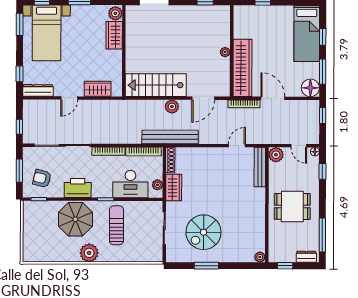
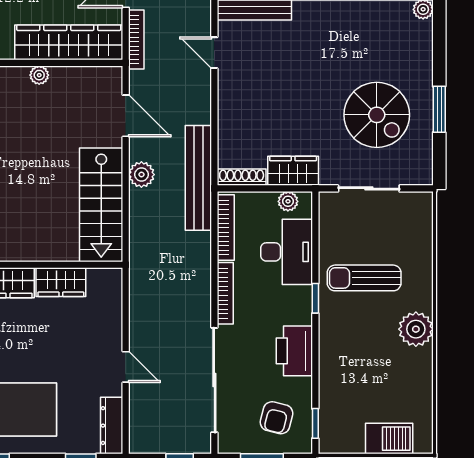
wardrobe: (98, 89) -> (61, 282), moved, turned -90
parasol: (75, 219) -> (353, 355), removed
barbecue: (31, 239) -> (389, 439), added

